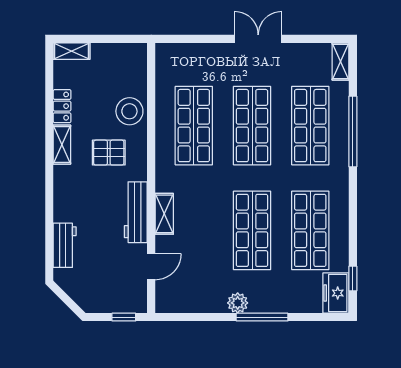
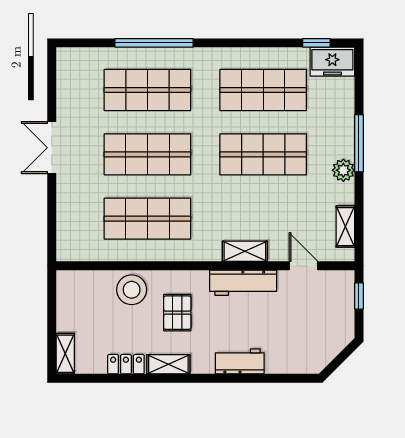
shelving: (341, 62) -> (345, 227), moved, turned 90
workbench: (65, 245) -> (240, 361), moved

